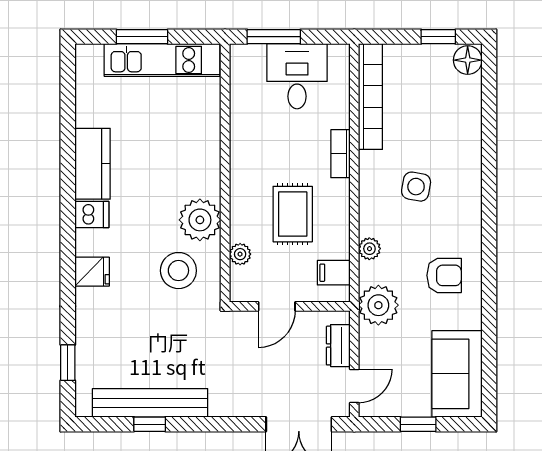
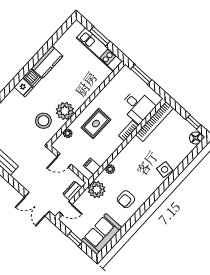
desk: (297, 76) -> (138, 106), moved, turned 90
side table: (416, 187) -> (165, 169), moved
rug: (293, 214) -> (96, 124), moved
fridge: (92, 272) -> (24, 87), moved
armchair: (444, 275) -> (126, 199), turned 90

